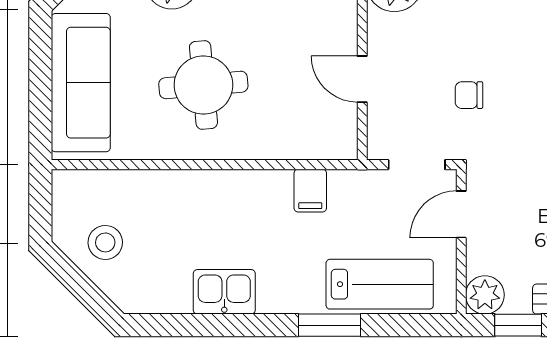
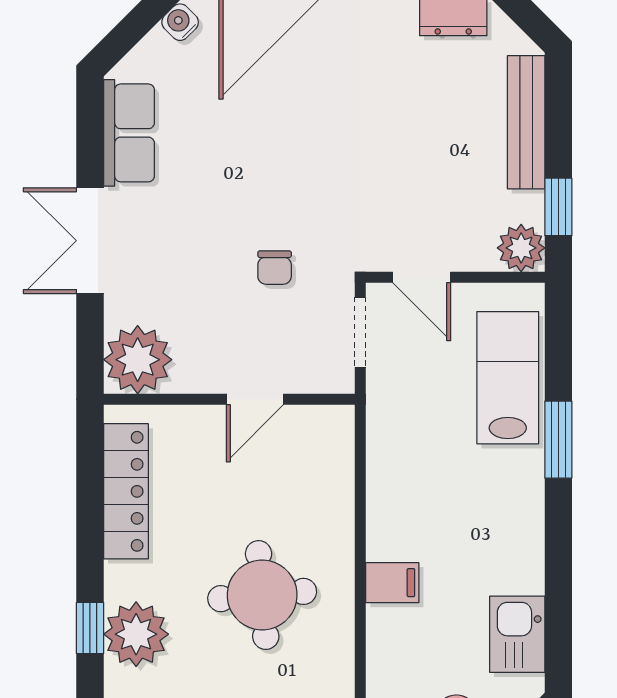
filing cabinet: (310, 191) -> (392, 583), moved
kitchen sink: (224, 292) -> (517, 634), moved

